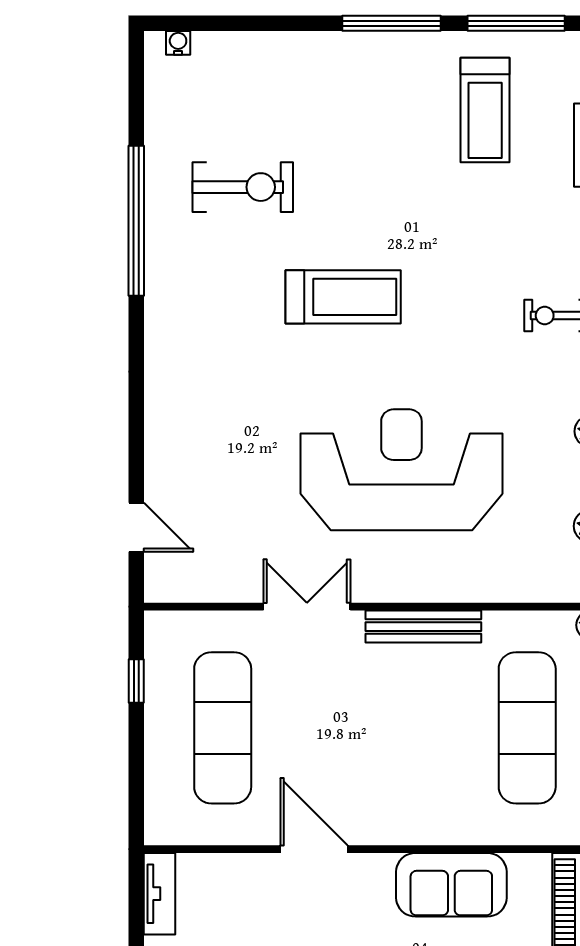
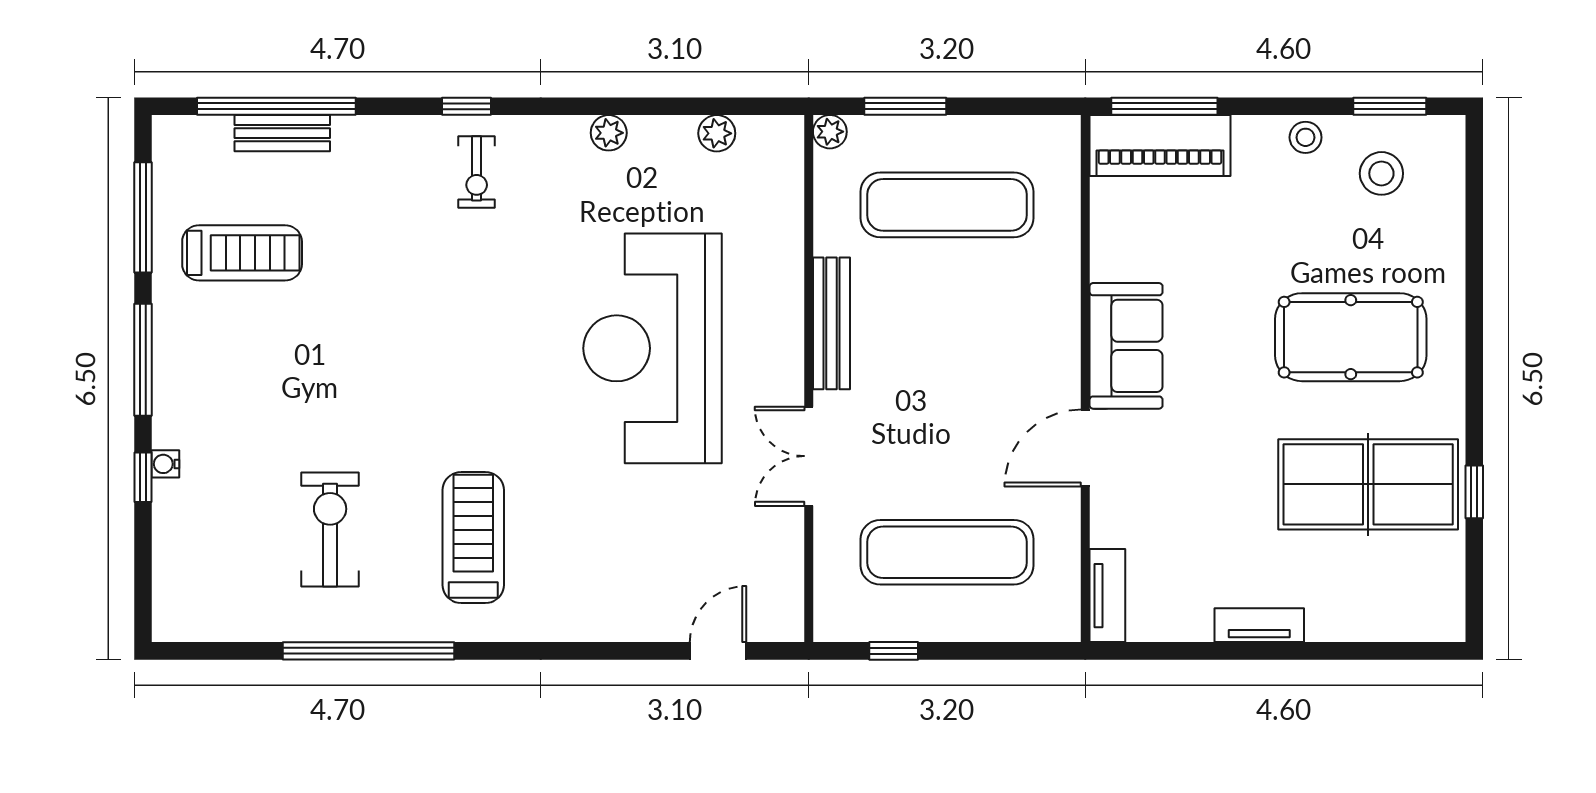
window: (288, 23) -> (143, 477), added
water cooler: (178, 43) -> (165, 464), moved
treadmill: (343, 297) -> (473, 538), moved
sofa: (451, 885) -> (1126, 346), moved
tv unit: (159, 894) -> (1107, 596), moved, turned 90

